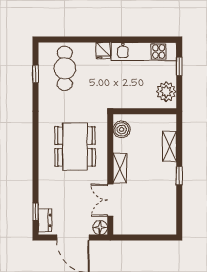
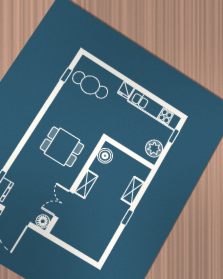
cafe table: (65, 68) -> (90, 85), turned 90
dining table: (75, 146) -> (62, 147), width x0.73

